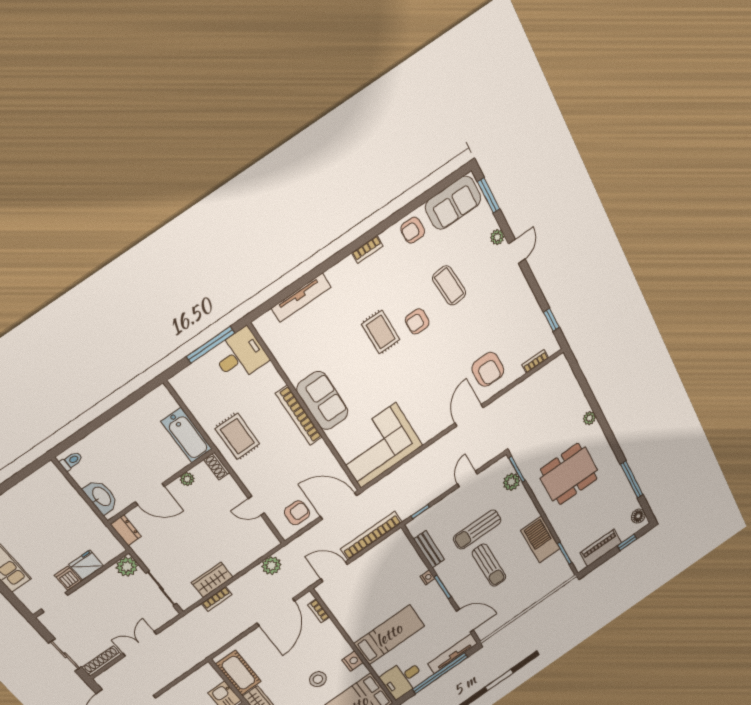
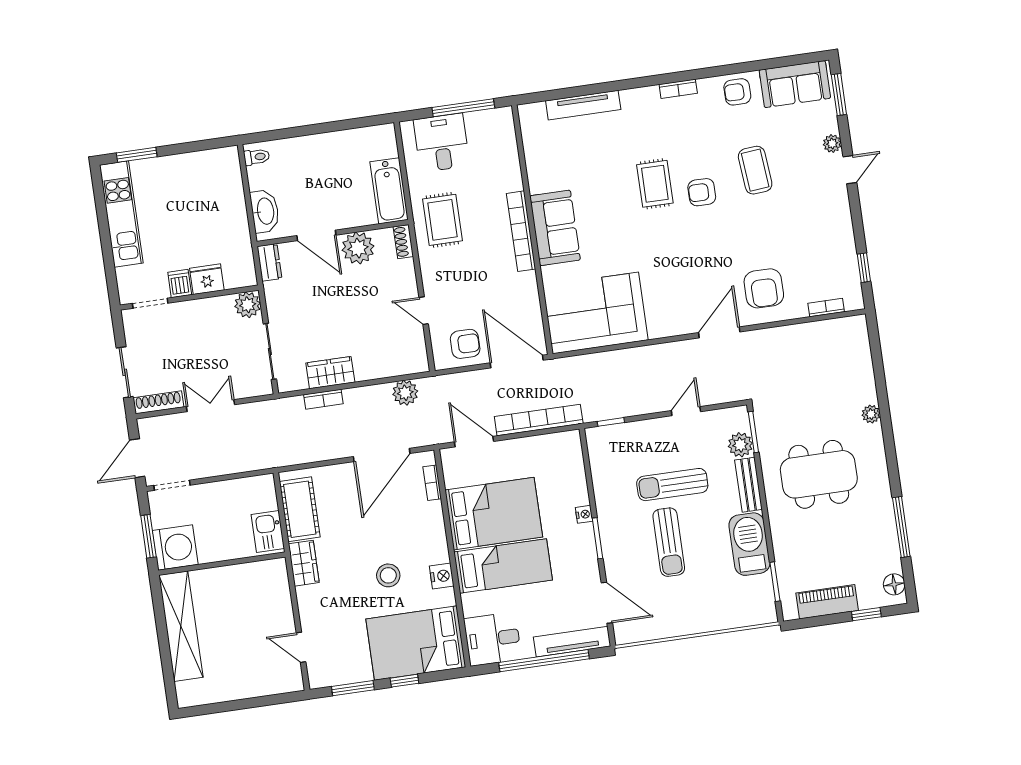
desk: (240, 355) -> (442, 143), moved, turned -90
plant: (187, 479) -> (358, 248), width x1.87, depth x1.87
bench: (429, 549) -> (748, 485), moved
bed: (369, 608) -> (494, 514), added

